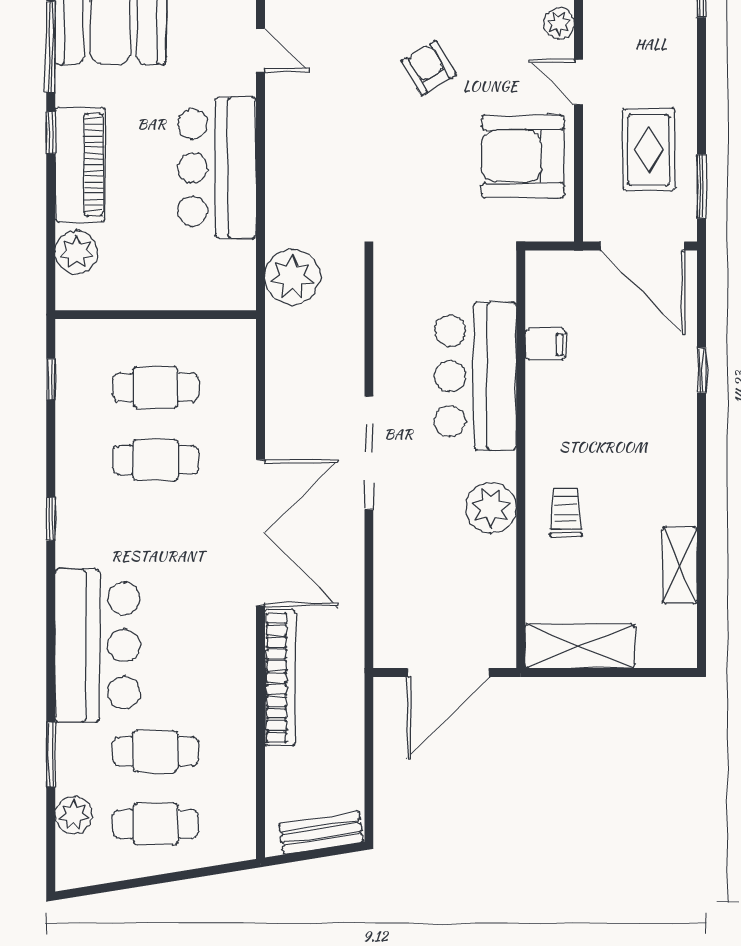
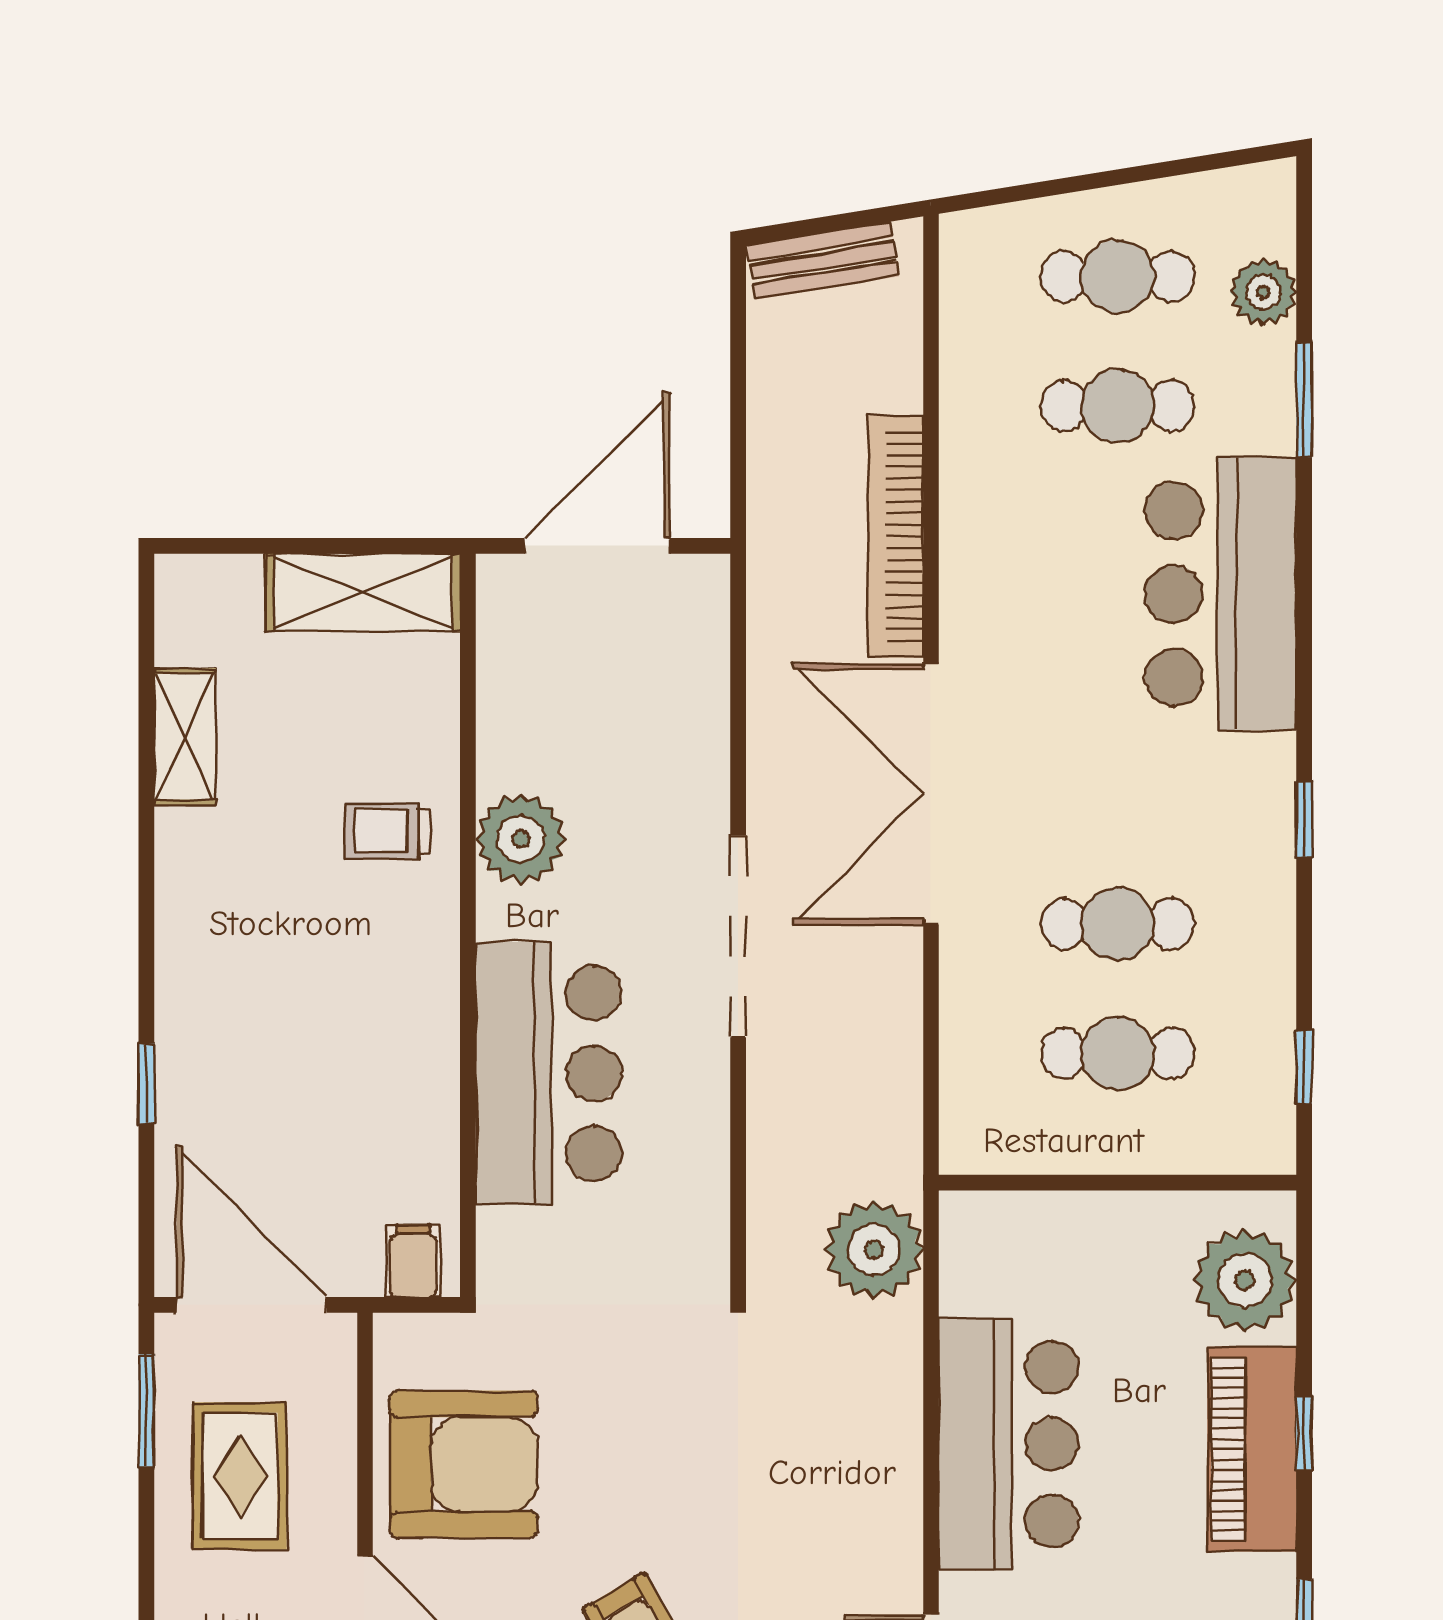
window: (51, 133) -> (1304, 1433), moved
plant: (76, 252) -> (1245, 1280), width x1.36, depth x1.36
filing cabinet: (545, 344) -> (413, 1261), moved, turned 90
trolley: (566, 512) -> (387, 831), turned 90

